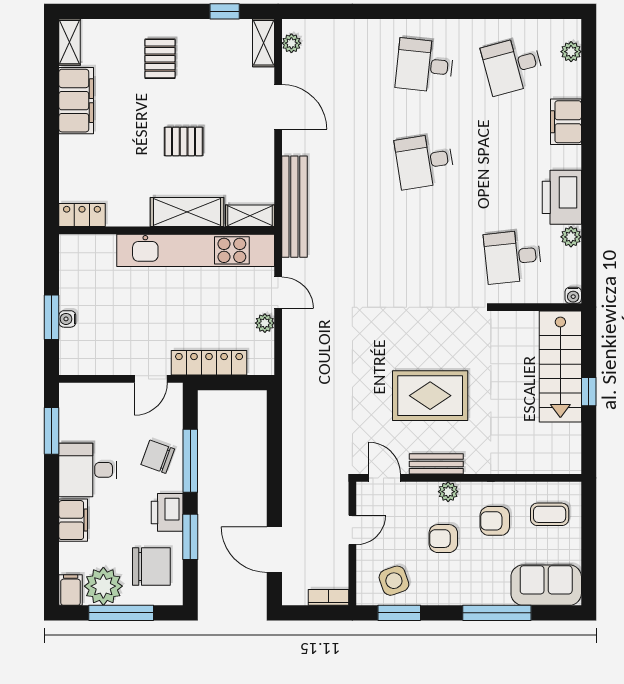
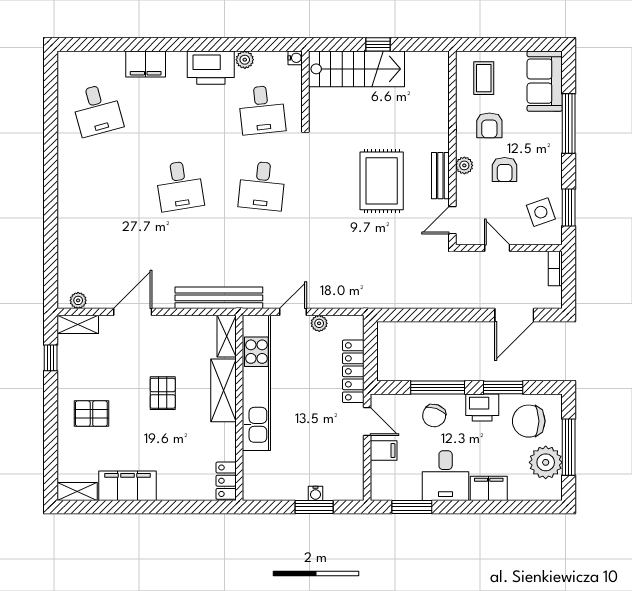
plant: (571, 52) -> (85, 60), removed
desk: (425, 65) -> (262, 186), moved
chair: (151, 567) -> (529, 421), turned -90
filing cabinet: (71, 590) -> (384, 451), moved, turned 180

